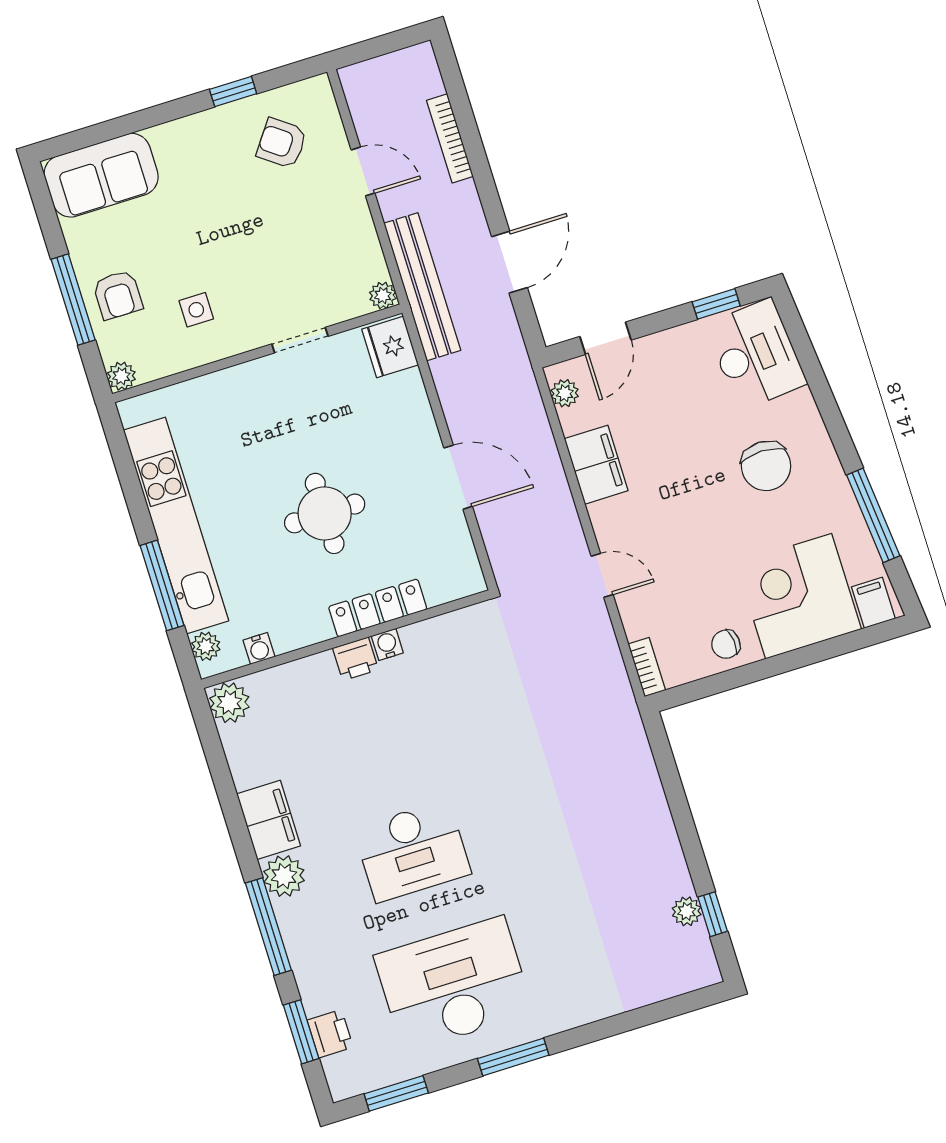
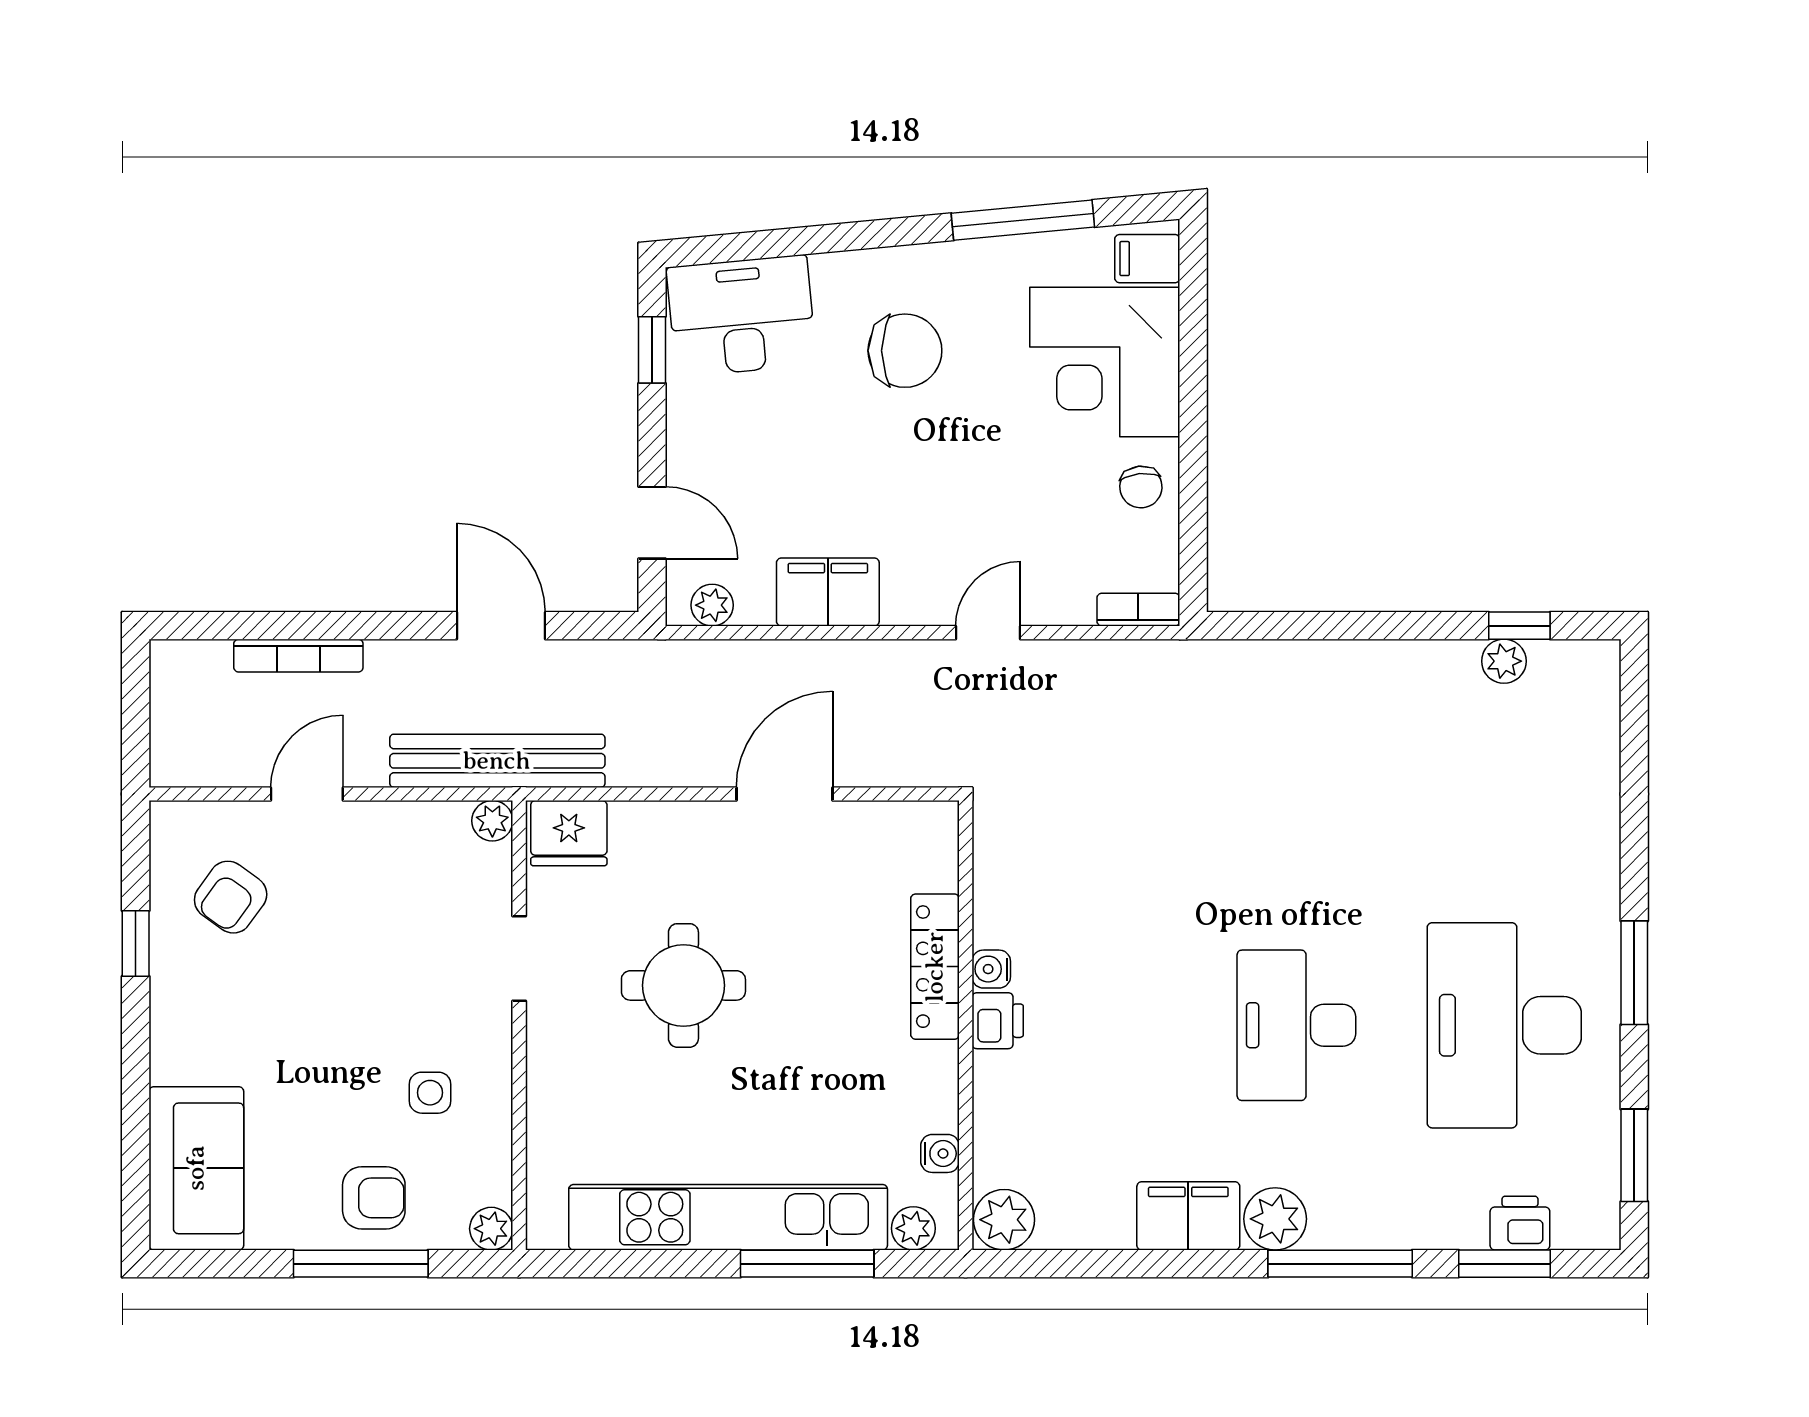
round table: (325, 513) -> (683, 985), moved
desk: (412, 851) -> (1296, 1025), turned 180

